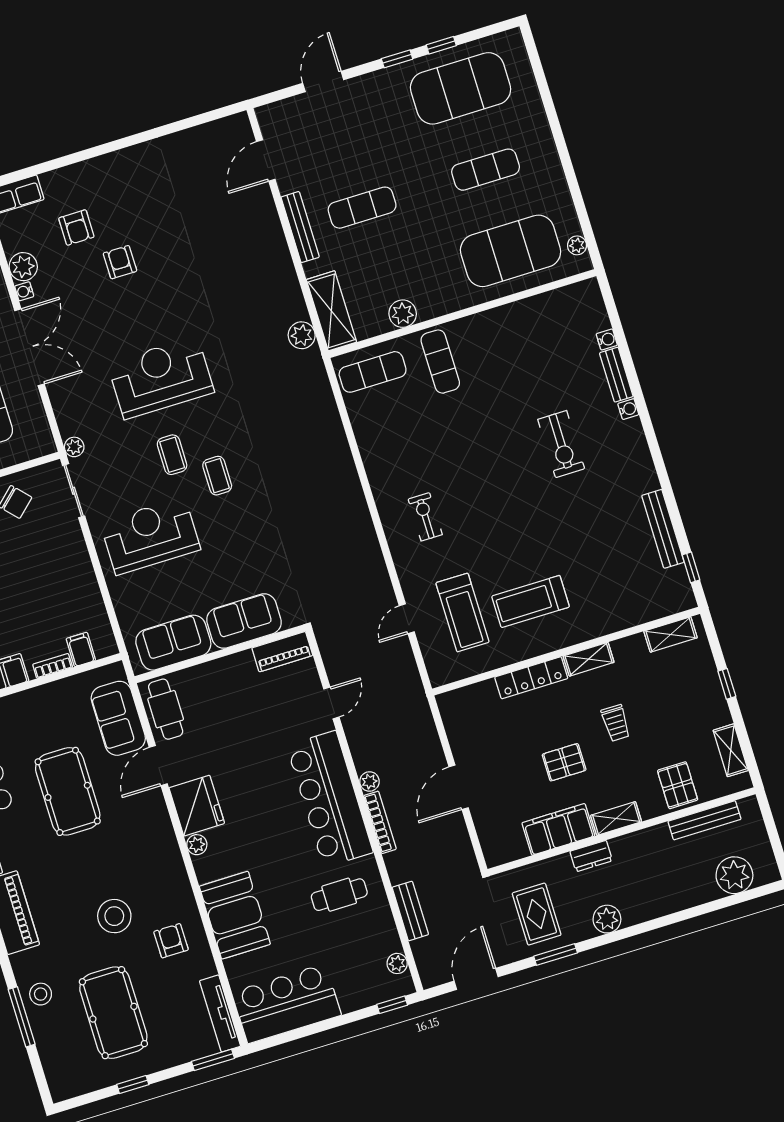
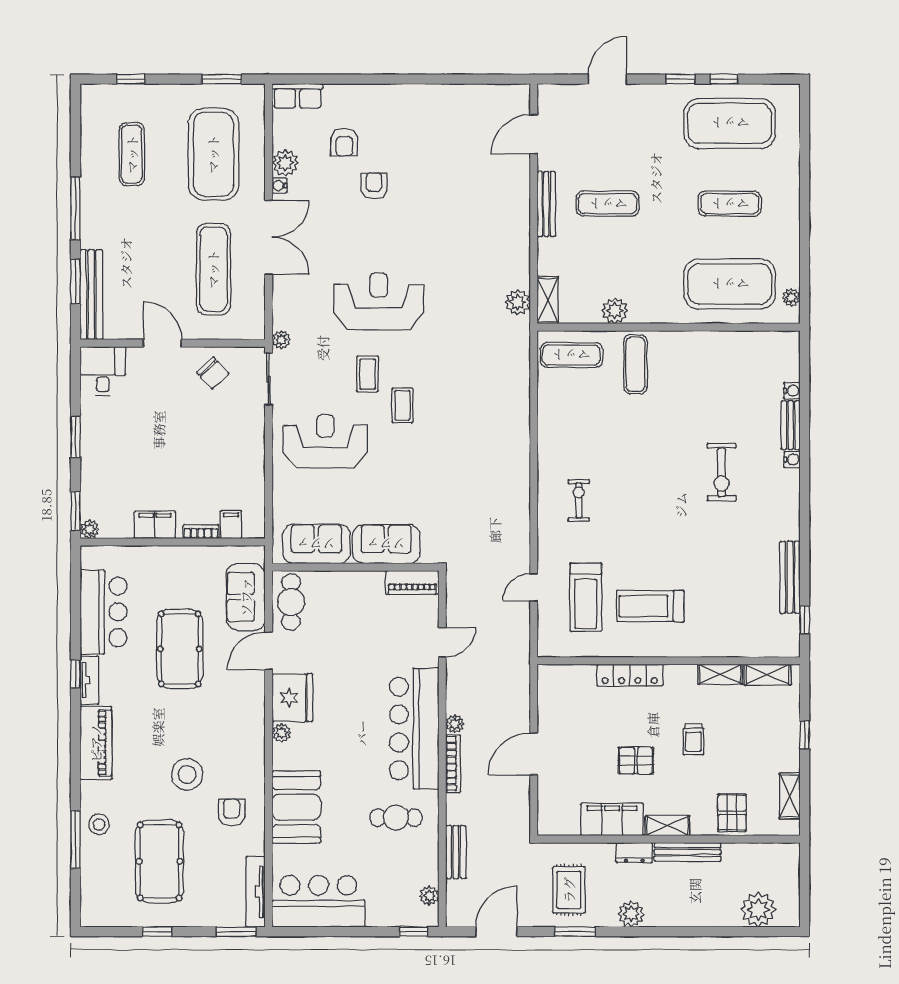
shelving: (331, 311) -> (548, 300), width x0.67, depth x0.75
shelving: (589, 659) -> (720, 674), moved
bench: (704, 820) -> (688, 852), moved

